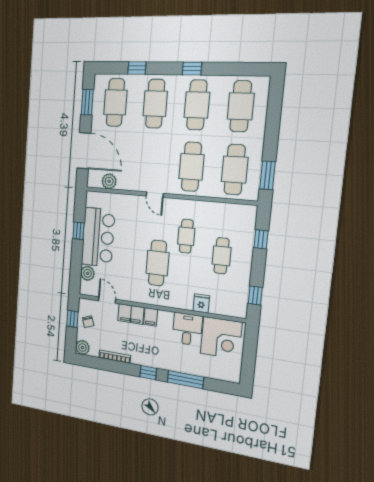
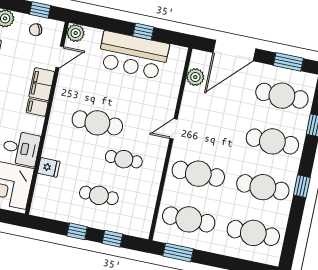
plant: (88, 273) -> (76, 33), moved
window: (255, 295) -> (77, 231), moved

